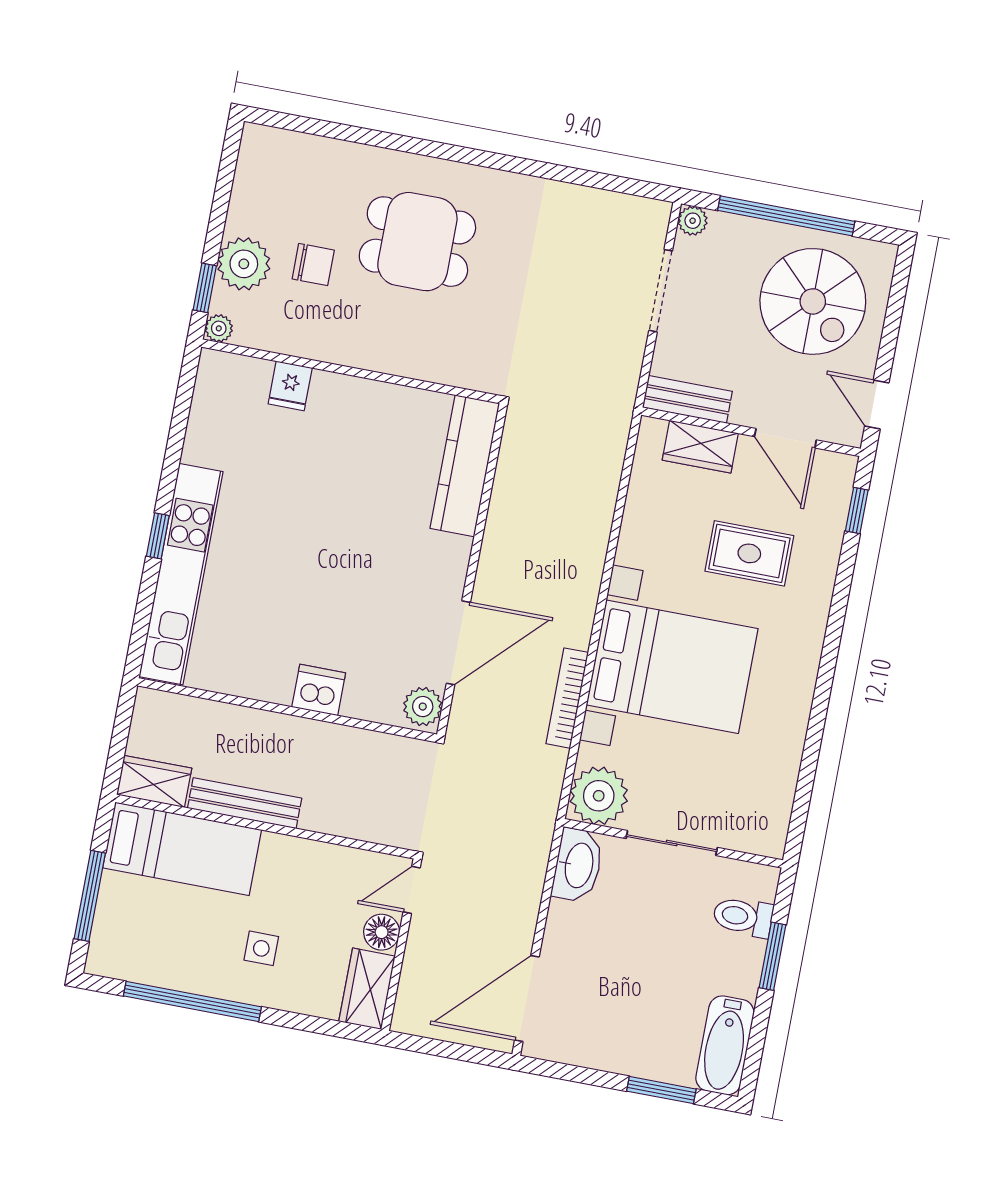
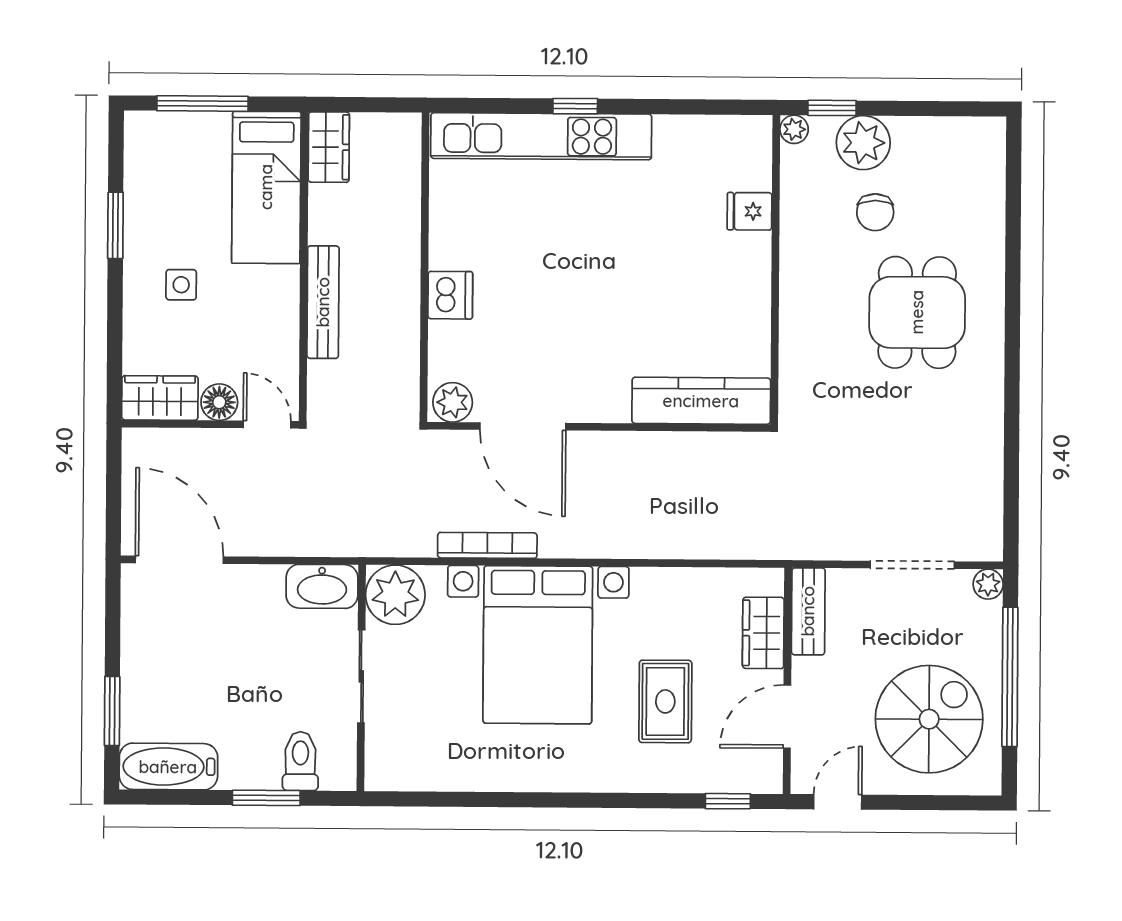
spiral stairs: (813, 301) -> (929, 719), turned 180
bench: (245, 803) -> (323, 302), moved
window: (192, 1001) -> (115, 225), width x0.47

